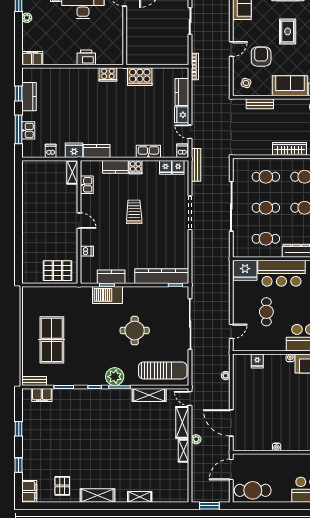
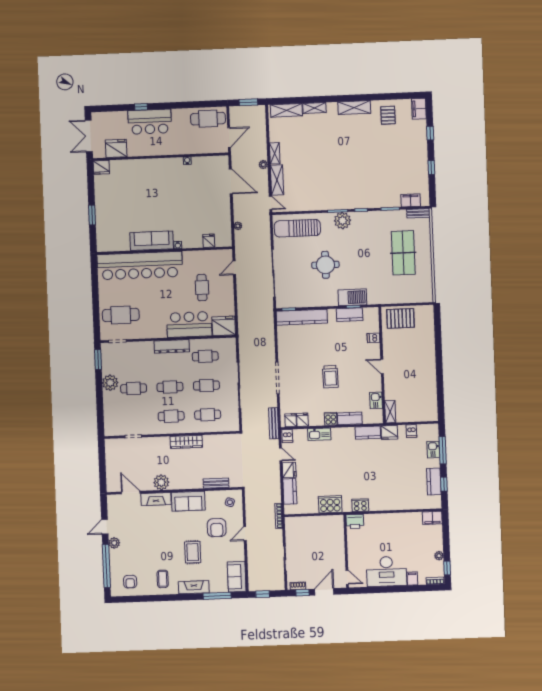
printer: (86, 57) -> (355, 521), moved
shelving: (149, 395) -> (286, 110), moved

